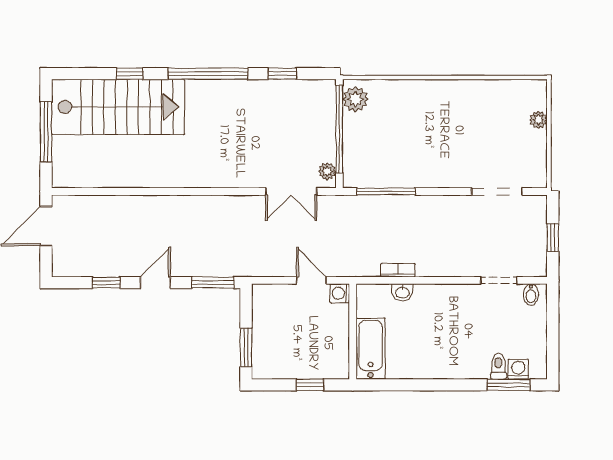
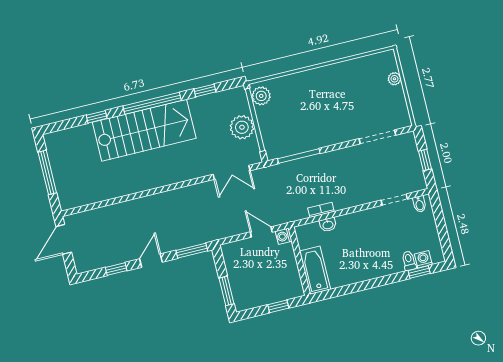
stairs: (118, 107) -> (144, 130), moved
plant: (327, 171) -> (242, 127), moved, width x1.88, depth x1.88
window: (508, 385) -> (419, 272), width x0.67

